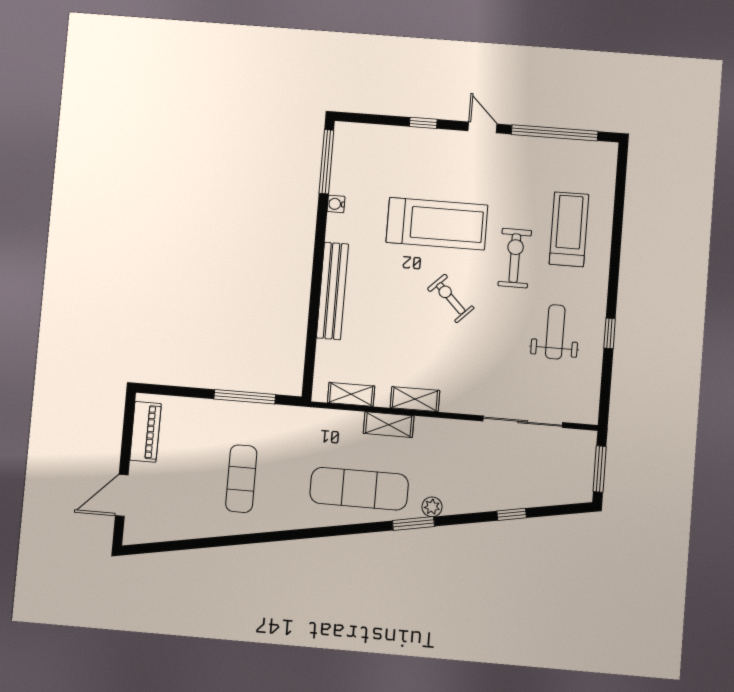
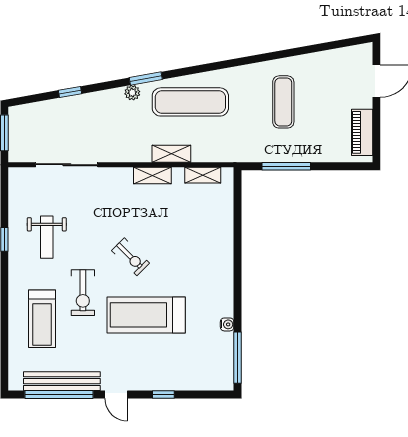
bench: (332, 291) -> (62, 381), moved, turned 90

